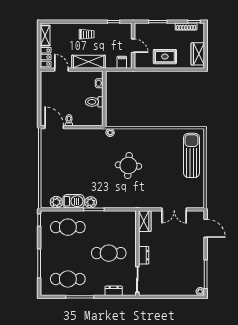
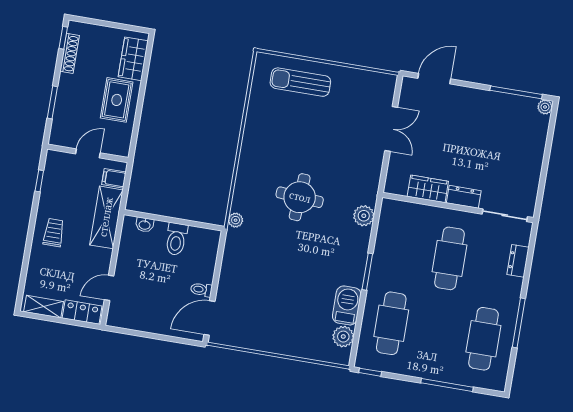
wardrobe: (198, 54) -> (133, 59), moved, turned 90
shelving: (89, 62) -> (106, 217), moved
sun lounger: (191, 155) -> (300, 82), width x0.73, depth x0.75
plant: (91, 202) -> (364, 216), moved
wardrobe: (145, 221) -> (428, 189), moved

